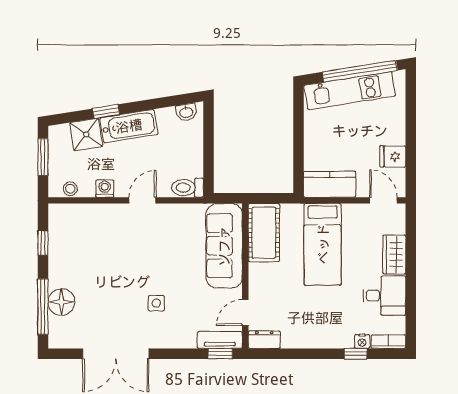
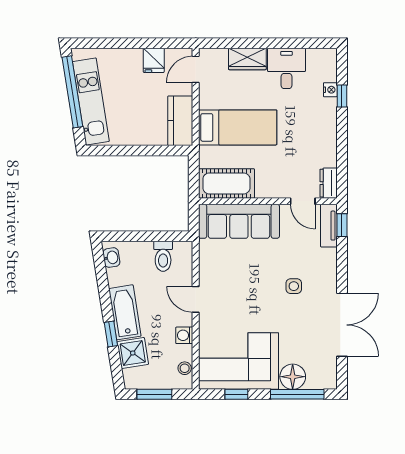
toilet: (188, 188) -> (163, 256), moved
corner sofa: (78, 245) -> (238, 361), added
bookcase: (388, 342) -> (331, 65), removed

